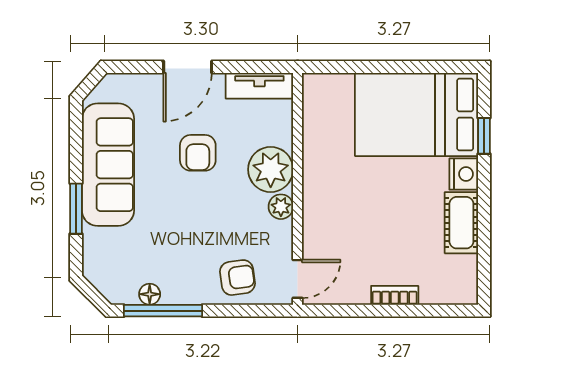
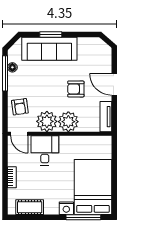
window: (484, 136) -> (83, 217), width x2.17
sofa: (108, 165) -> (49, 49), moved
plant: (281, 207) -> (47, 121), width x1.87, depth x1.87
desk: (335, 222) -> (45, 151), added
cot: (461, 223) -> (30, 207), moved

